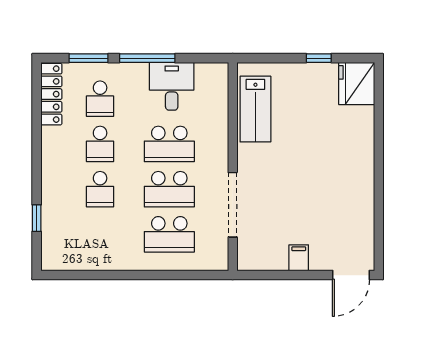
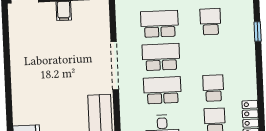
school desk: (100, 189) -> (210, 22), moved
doorway: (233, 205) -> (115, 66), moved

